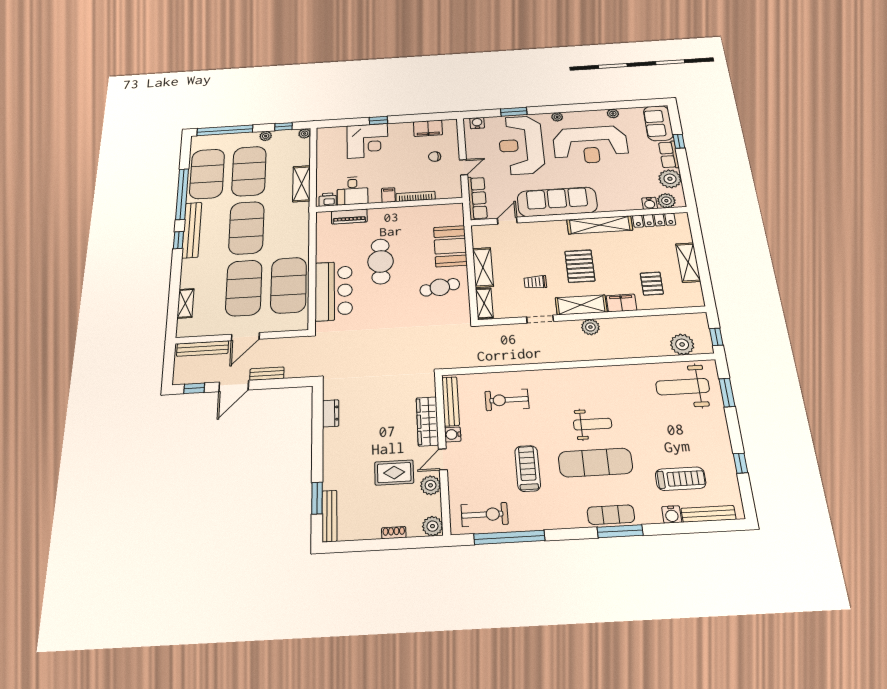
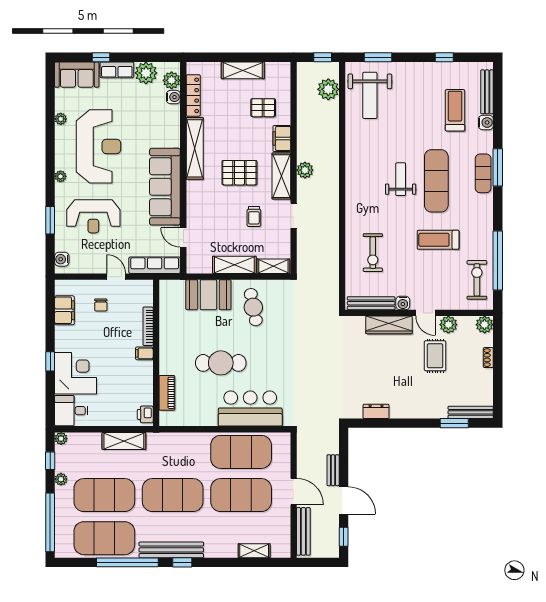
reception desk: (521, 145) -> (93, 216), width x0.74, depth x0.77
desk: (352, 191) -> (71, 411), moved, turned 180

